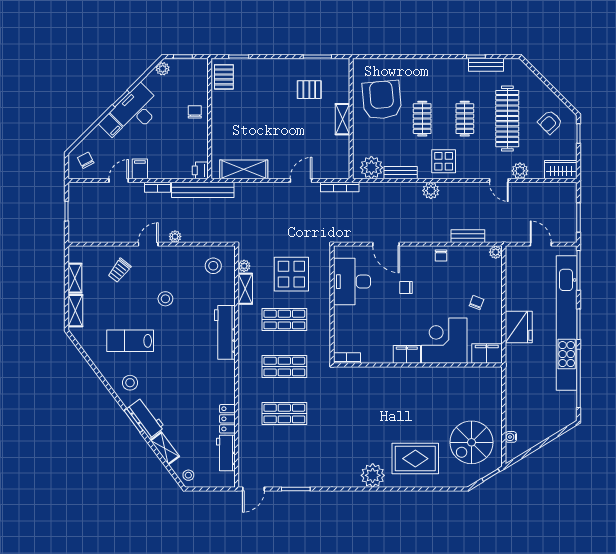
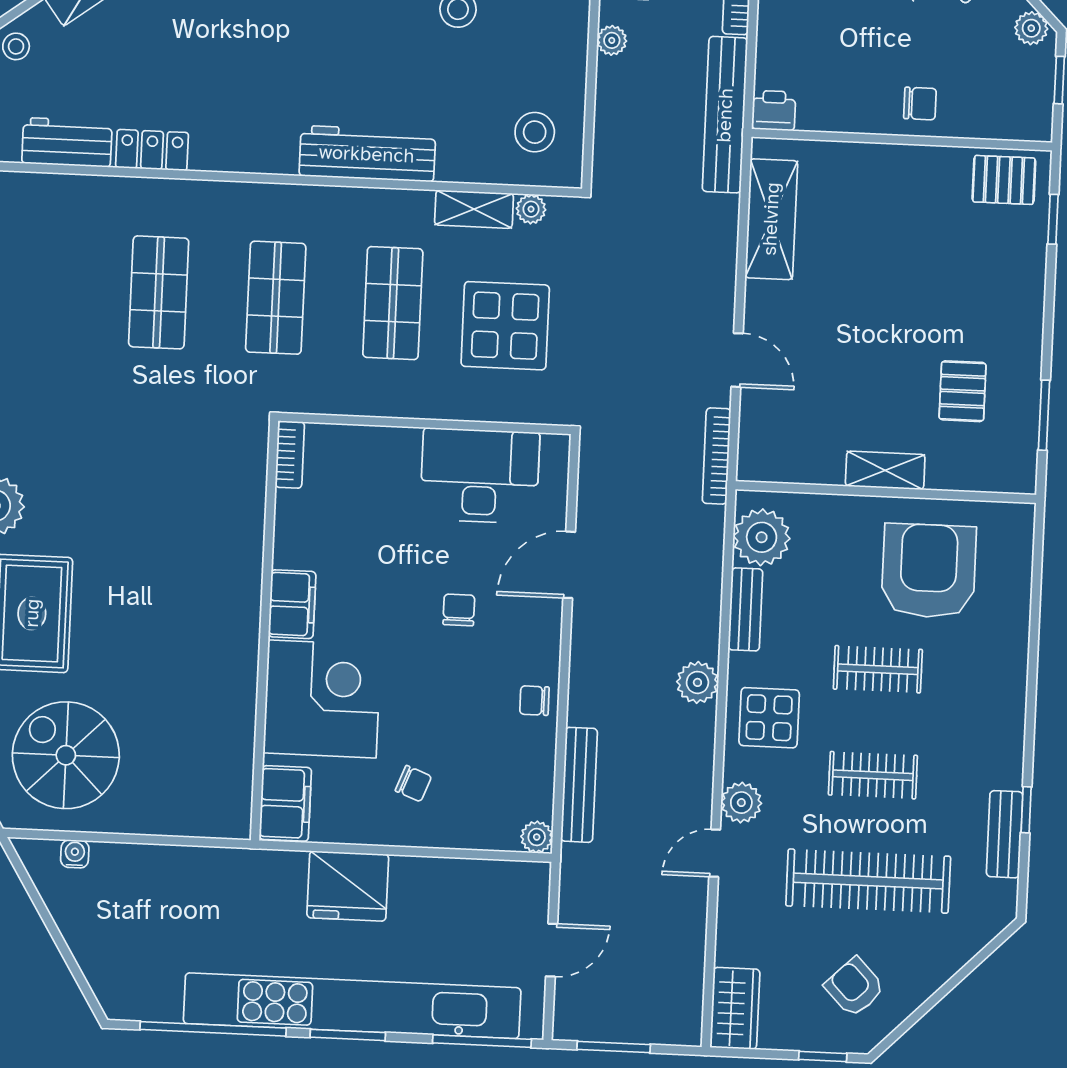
armchair: (382, 100) -> (929, 571), turned -85
plant: (520, 171) -> (741, 803), moved
bench: (468, 236) -> (579, 785), width x1.36

